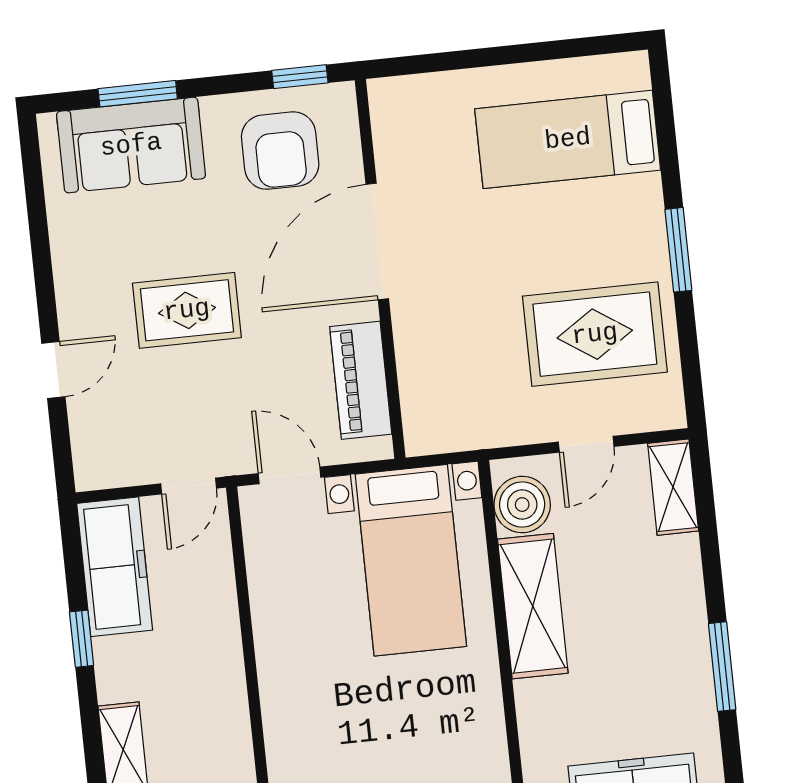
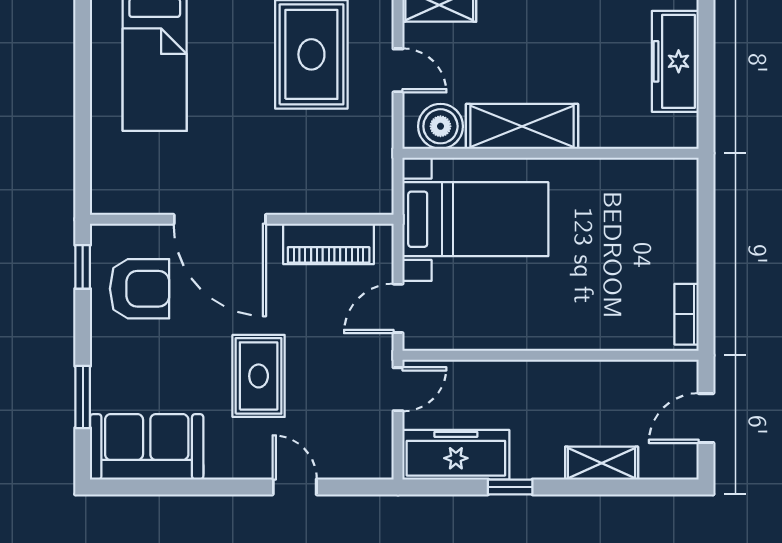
sofa: (131, 145) -> (147, 447), moved, turned -90
door: (189, 486) -> (398, 389), hinge flipped

